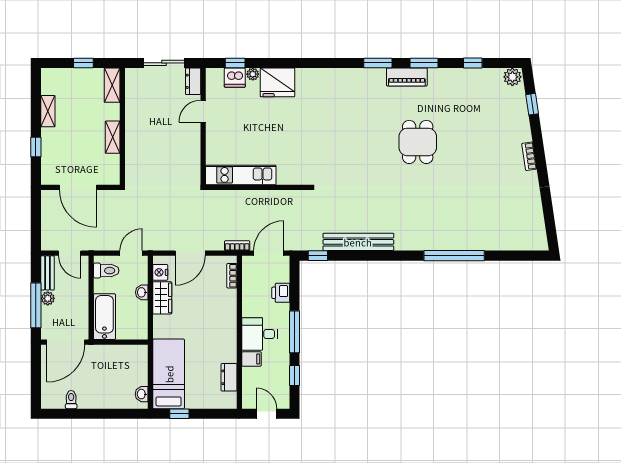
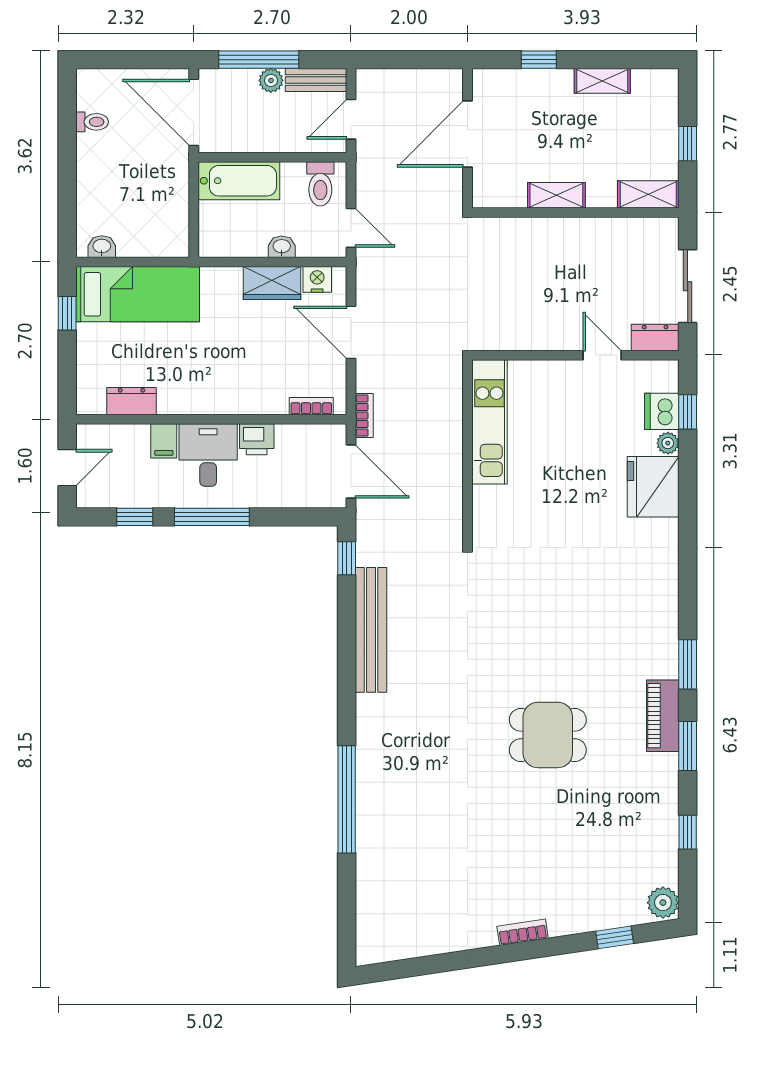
printer: (281, 293) -> (257, 439), moved, turned 180

